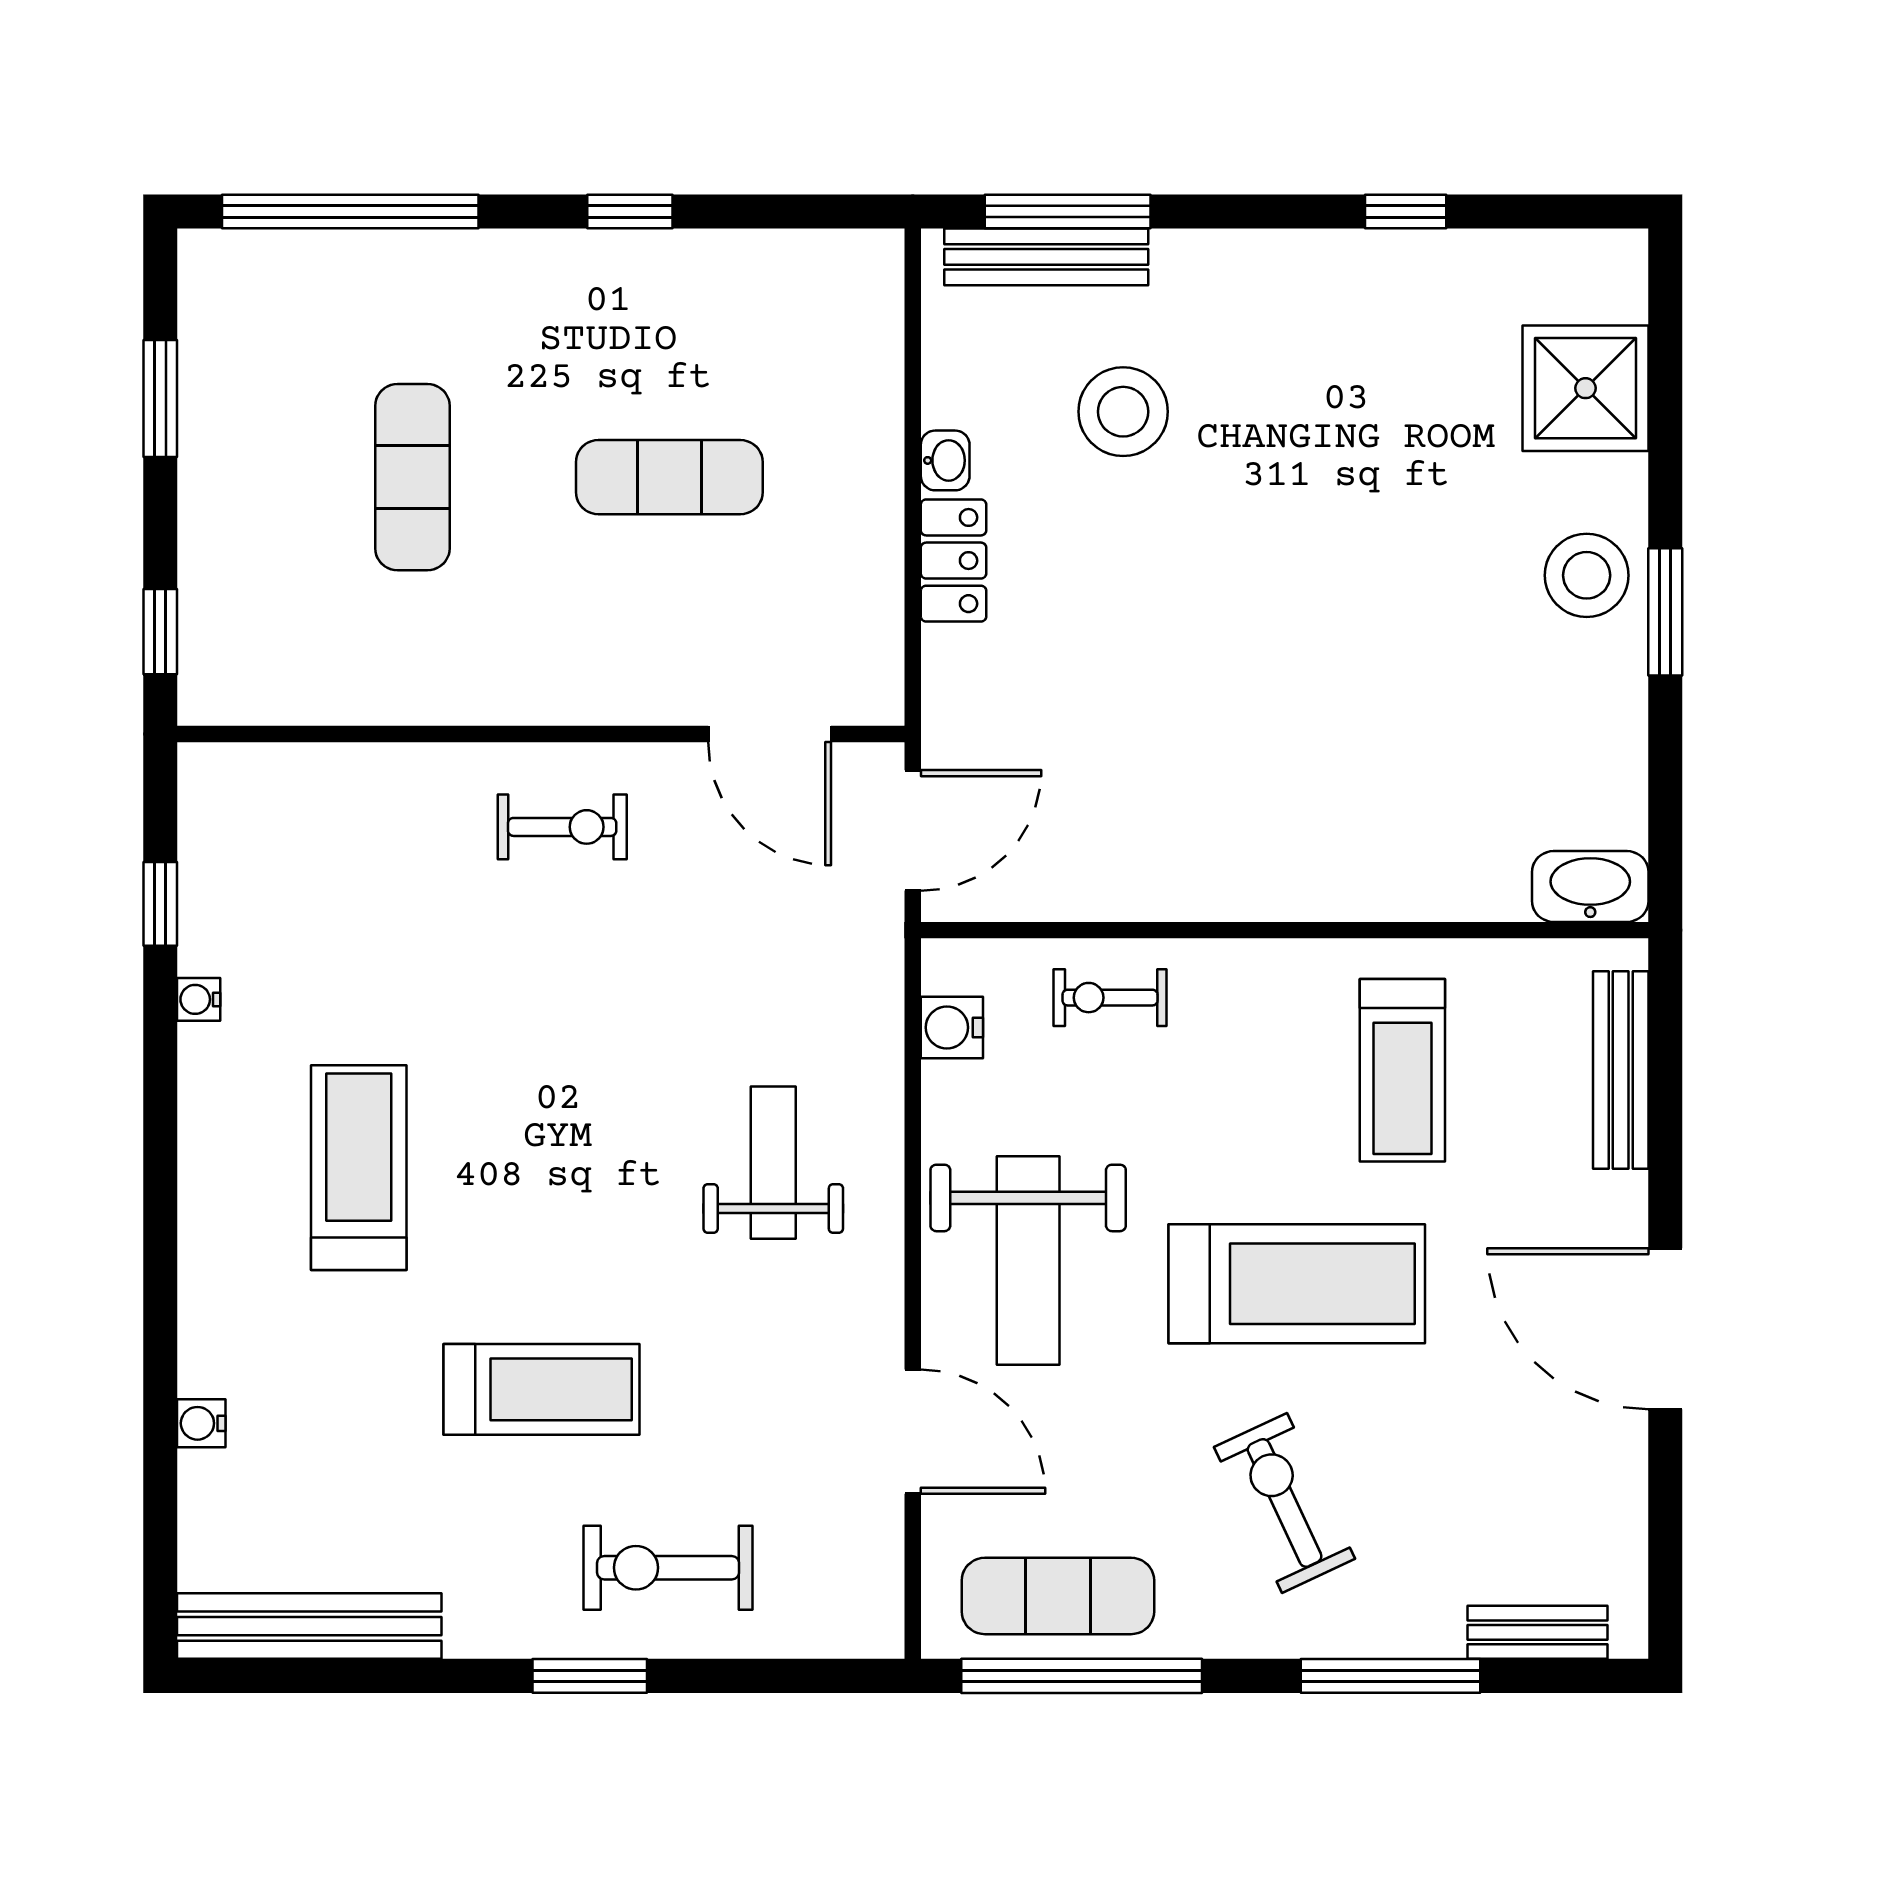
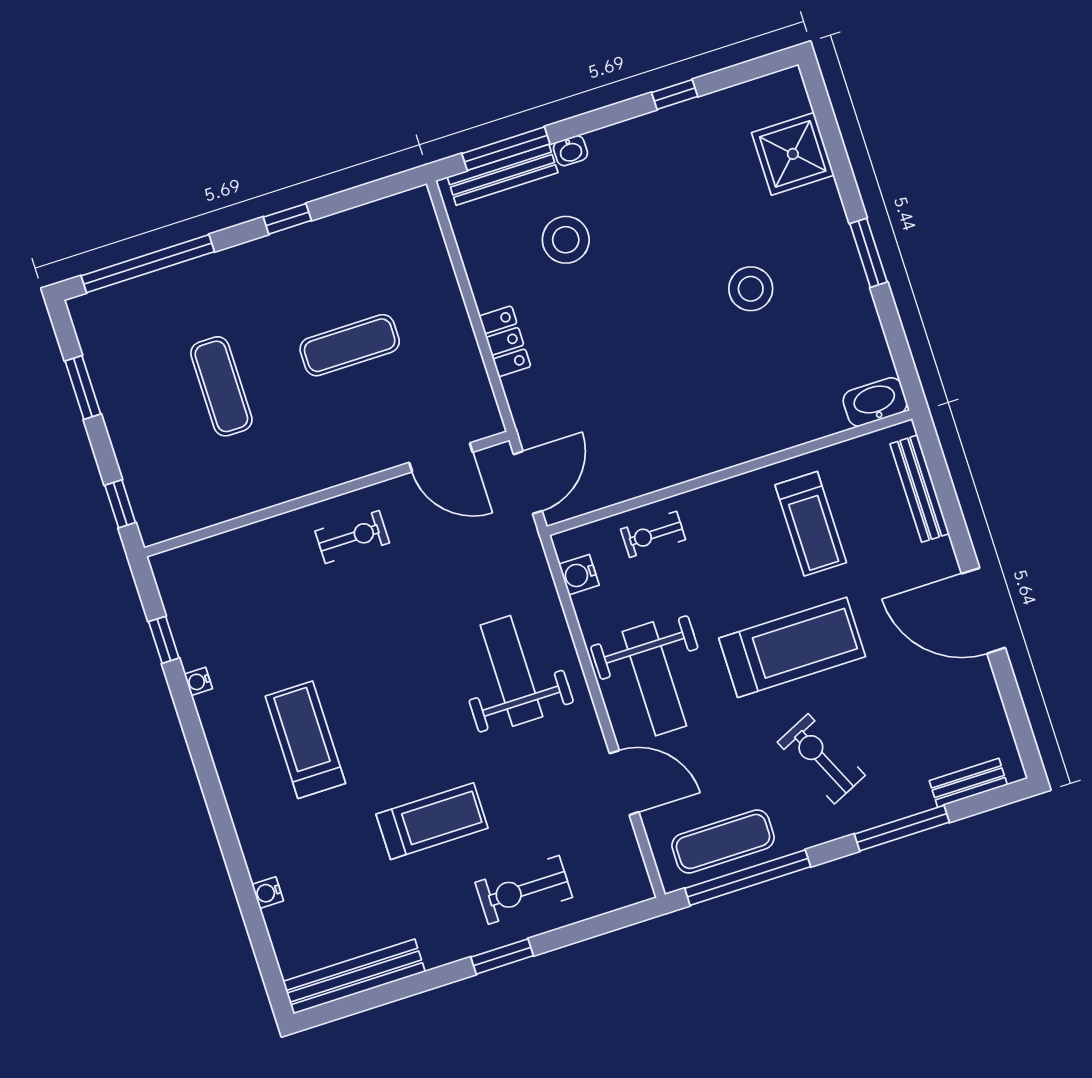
washbasin: (945, 460) -> (570, 151), moved, turned 90
stool: (1587, 575) -> (751, 289), moved
weight bench: (773, 1163) -> (511, 671), width x1.36, depth x1.33

